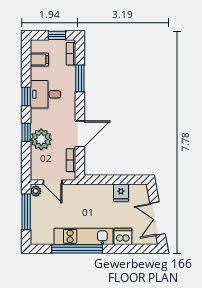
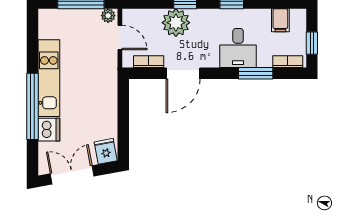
desk: (45, 94) -> (238, 48), moved, turned 180
door: (80, 134) -> (183, 73), hinge flipped
door: (53, 182) -> (120, 37), swing flipped
fridge: (121, 193) -> (106, 151), moved, turned 79
window: (77, 249) -> (32, 106), moved

